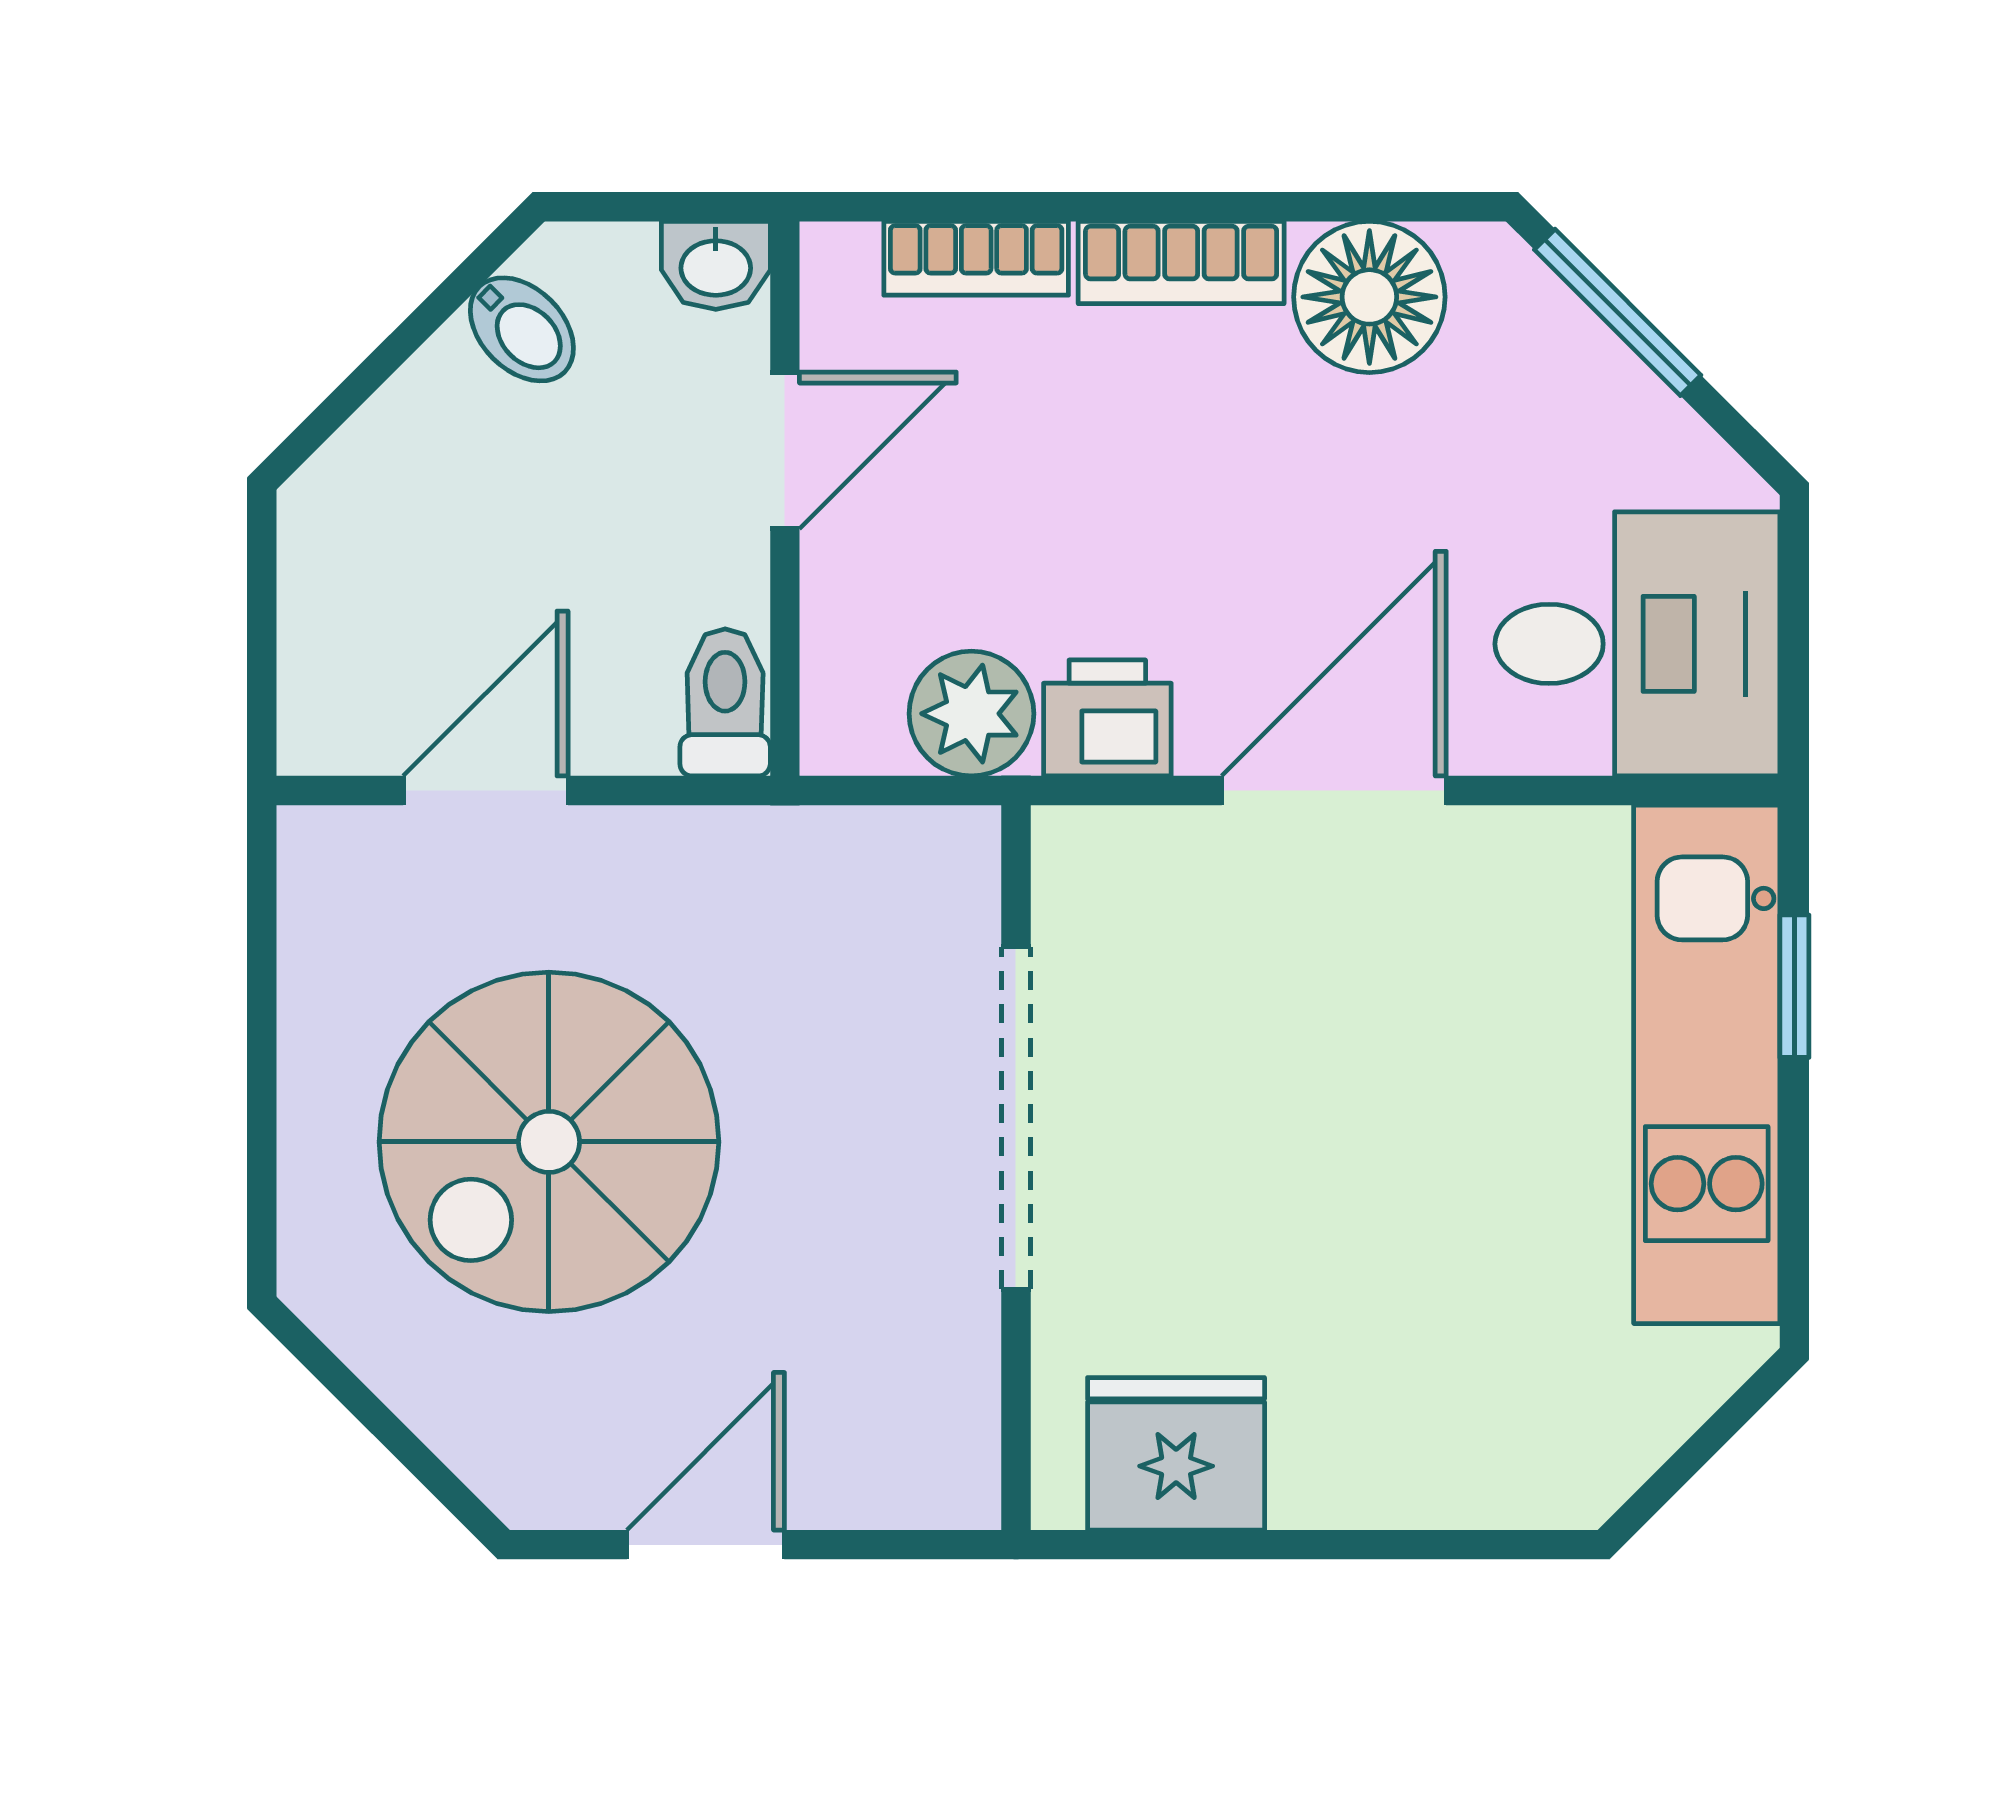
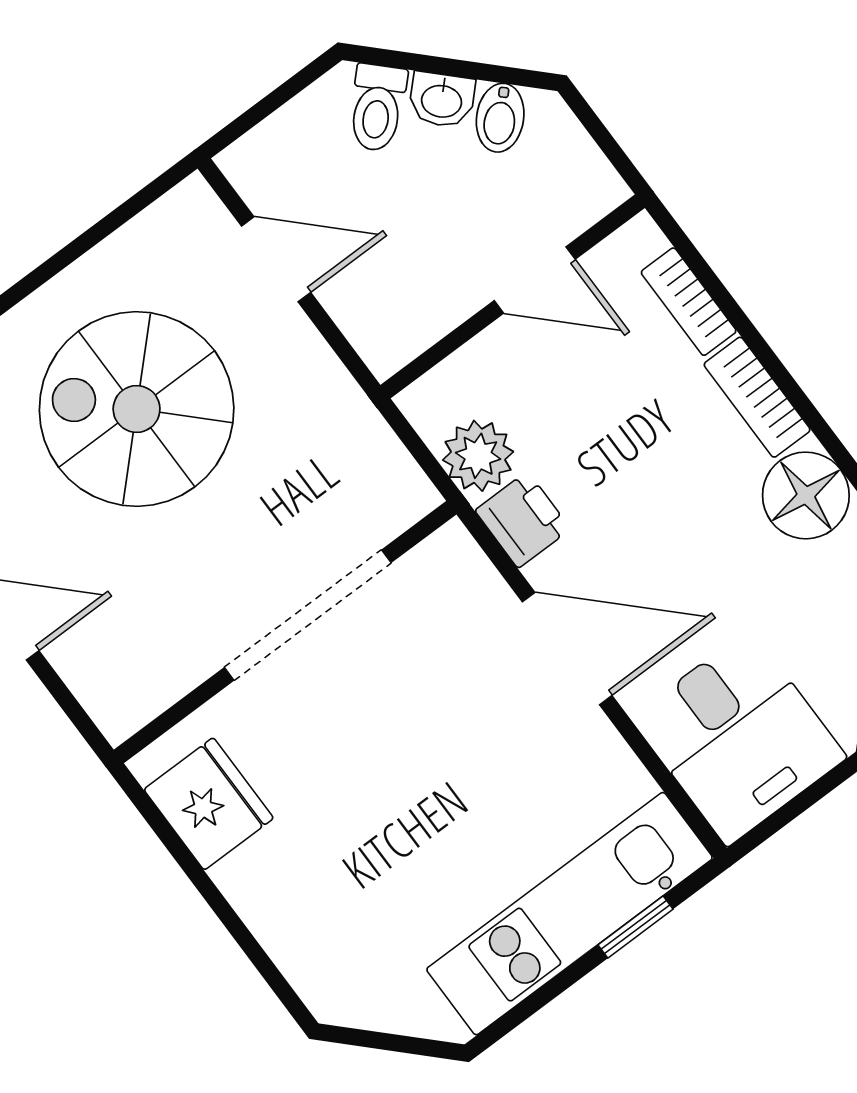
washbasin: (716, 265) -> (442, 100), moved, turned -45
toilet: (725, 702) -> (377, 108), moved, turned 135

